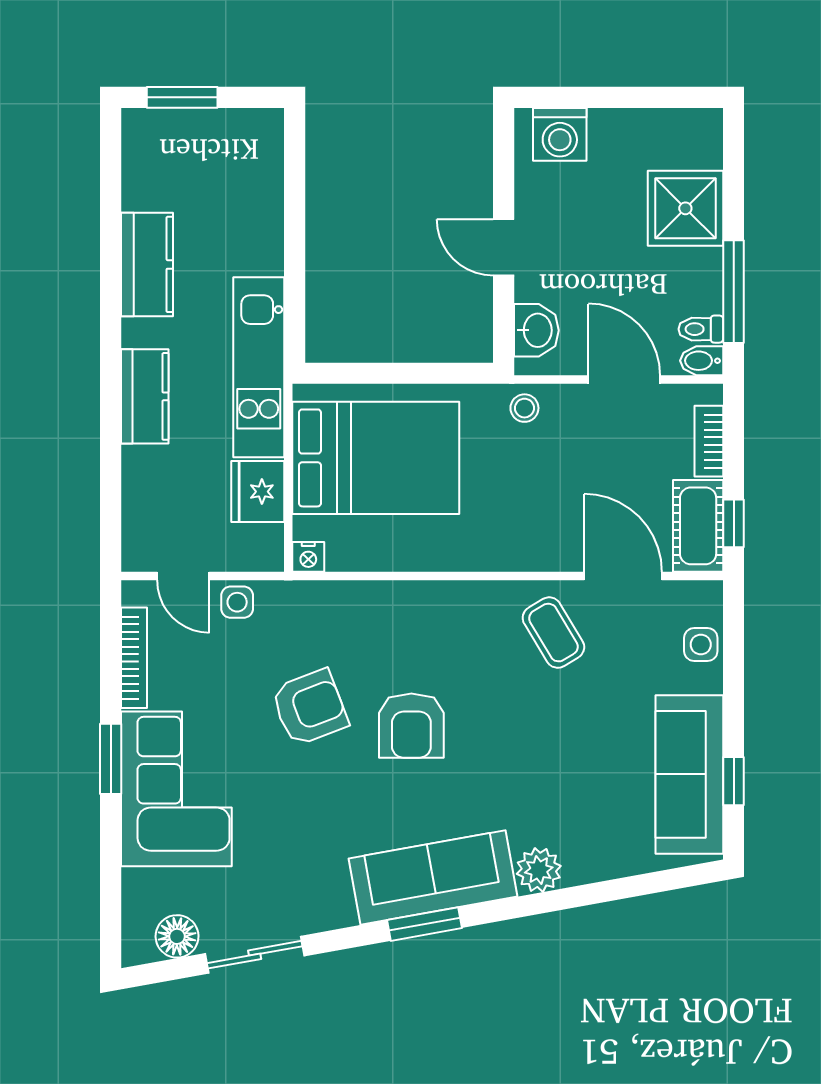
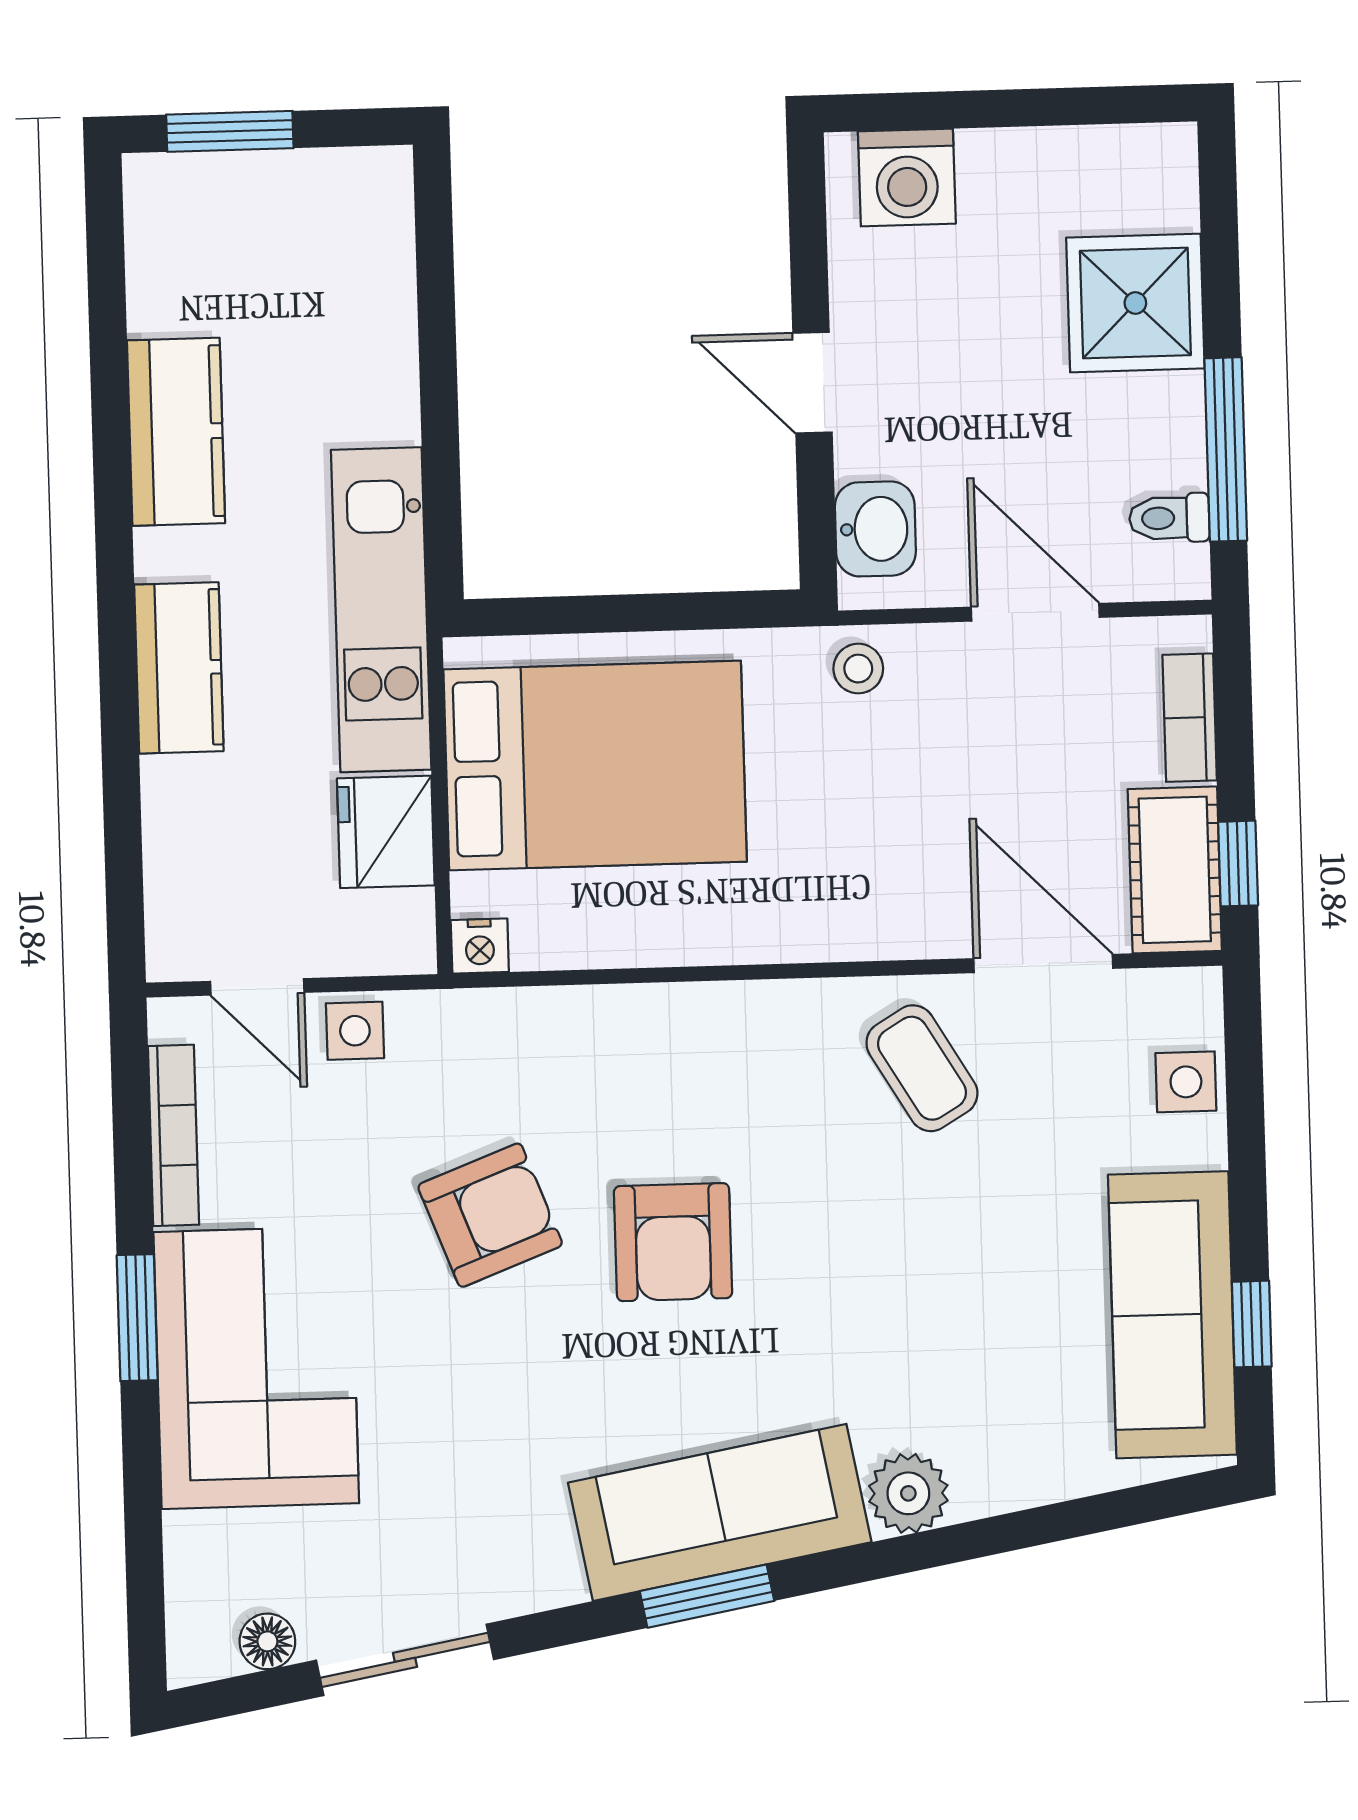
bidet: (702, 361) -> (1172, 575), removed
floor lamp: (177, 936) -> (267, 1641), width x0.73, depth x0.73

